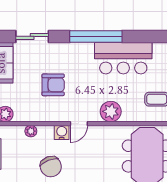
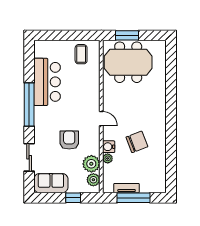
plant: (111, 111) -> (91, 164), moved
water cooler: (62, 132) -> (109, 147), moved

